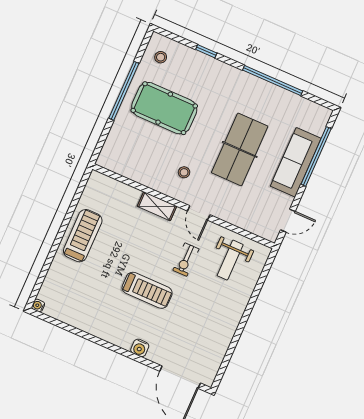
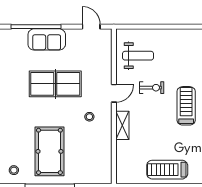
sofa: (296, 162) -> (47, 39), width x0.73

